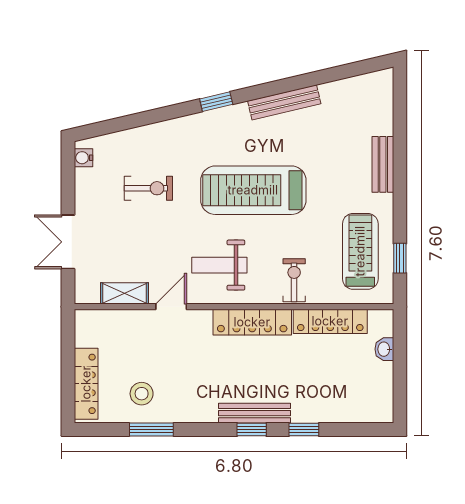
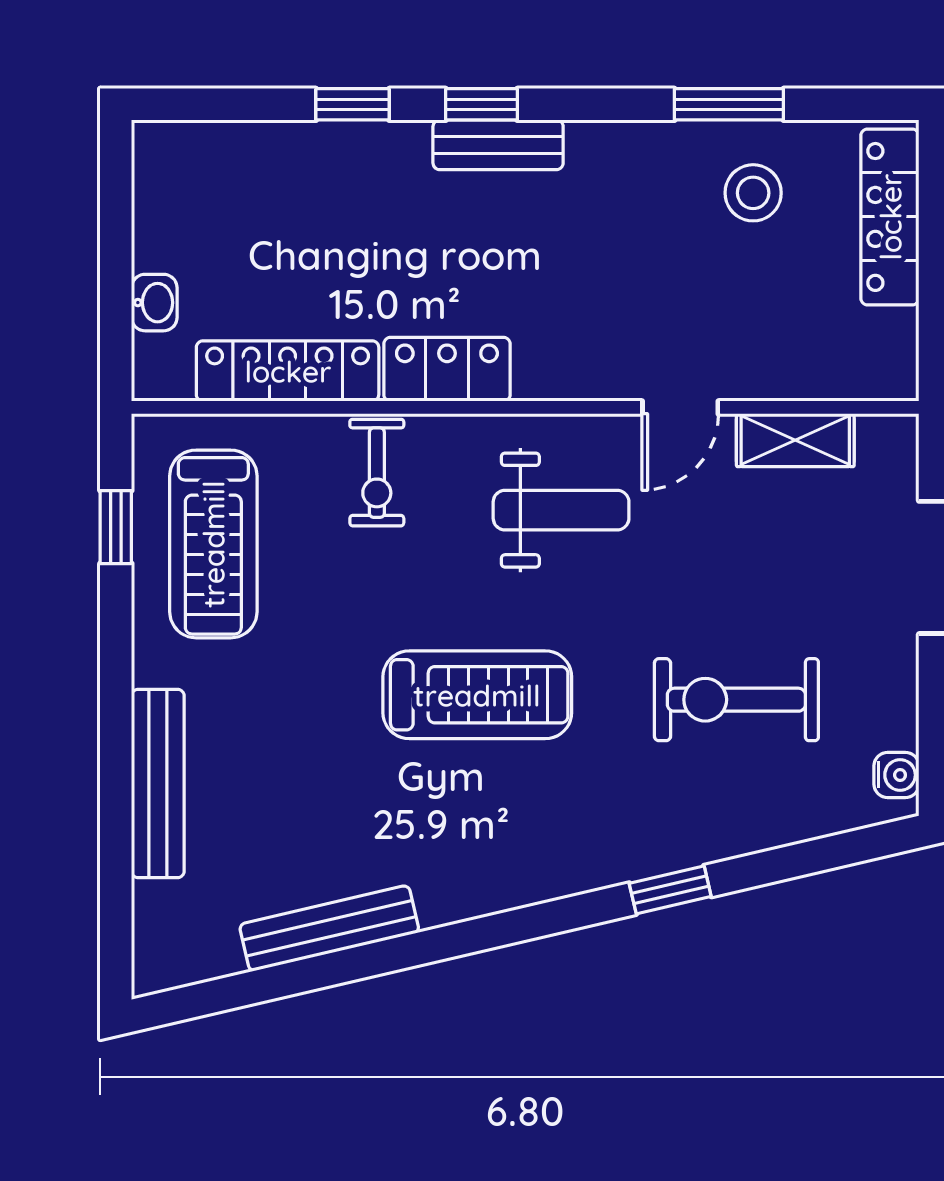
window: (216, 102) -> (670, 890), moved
bench: (284, 102) -> (329, 928), moved
bench: (383, 164) -> (158, 783), width x1.36
exercise bike: (148, 188) -> (736, 700), width x1.38, depth x1.39
treadmill: (253, 190) -> (477, 695), width x0.73, depth x0.73
locker: (252, 322) -> (447, 369), width x0.66
bench: (255, 413) -> (498, 145), width x0.73

